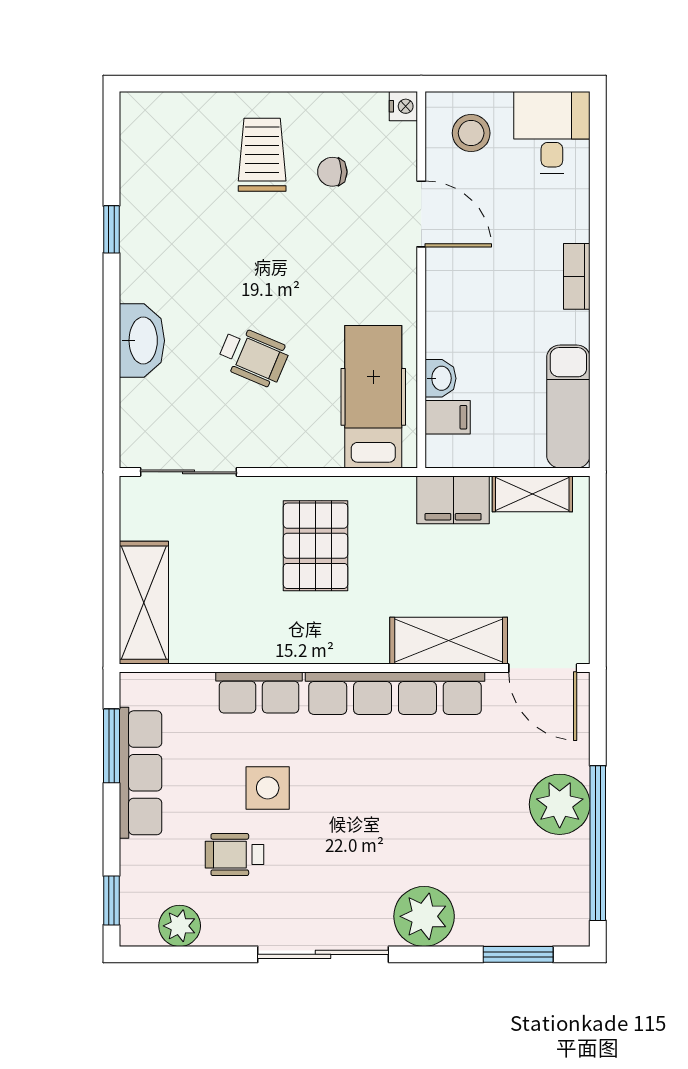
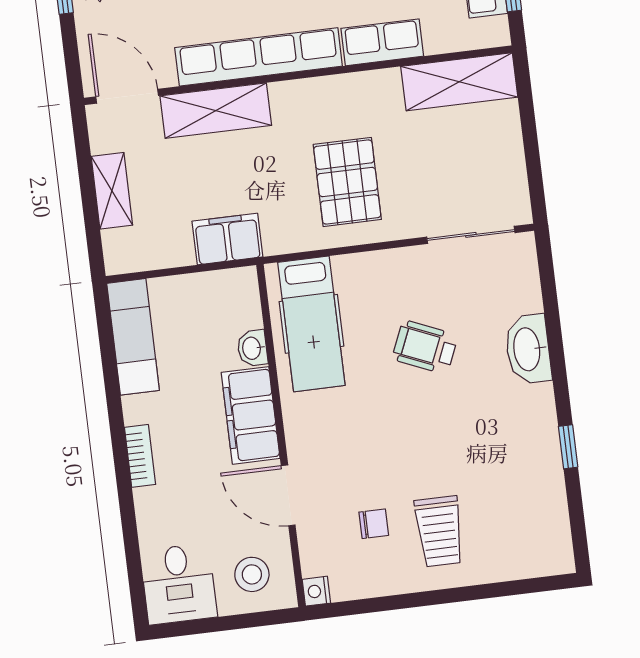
filing cabinet: (448, 417) -> (251, 415), moved, width x3.00, depth x1.17
shelving: (532, 494) -> (112, 191), moved, turned 90
shelving: (144, 603) -> (459, 82), moved, turned 90

